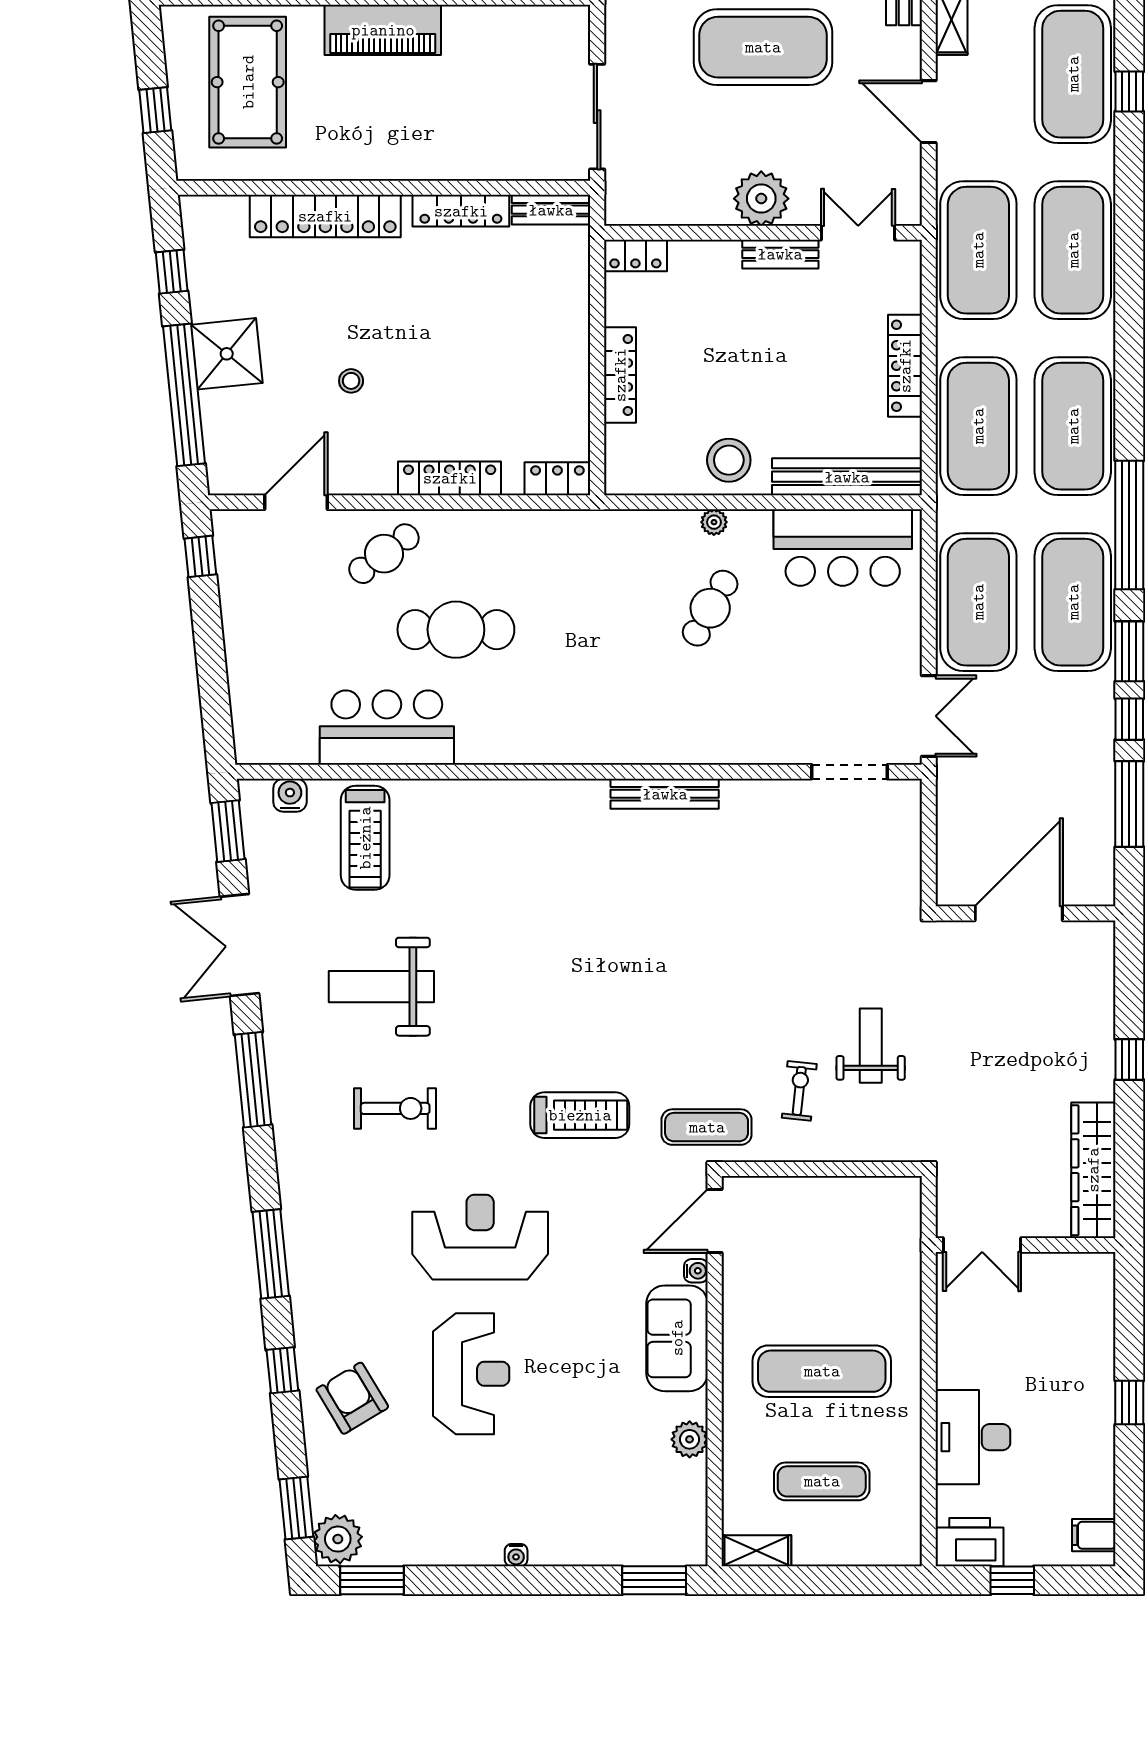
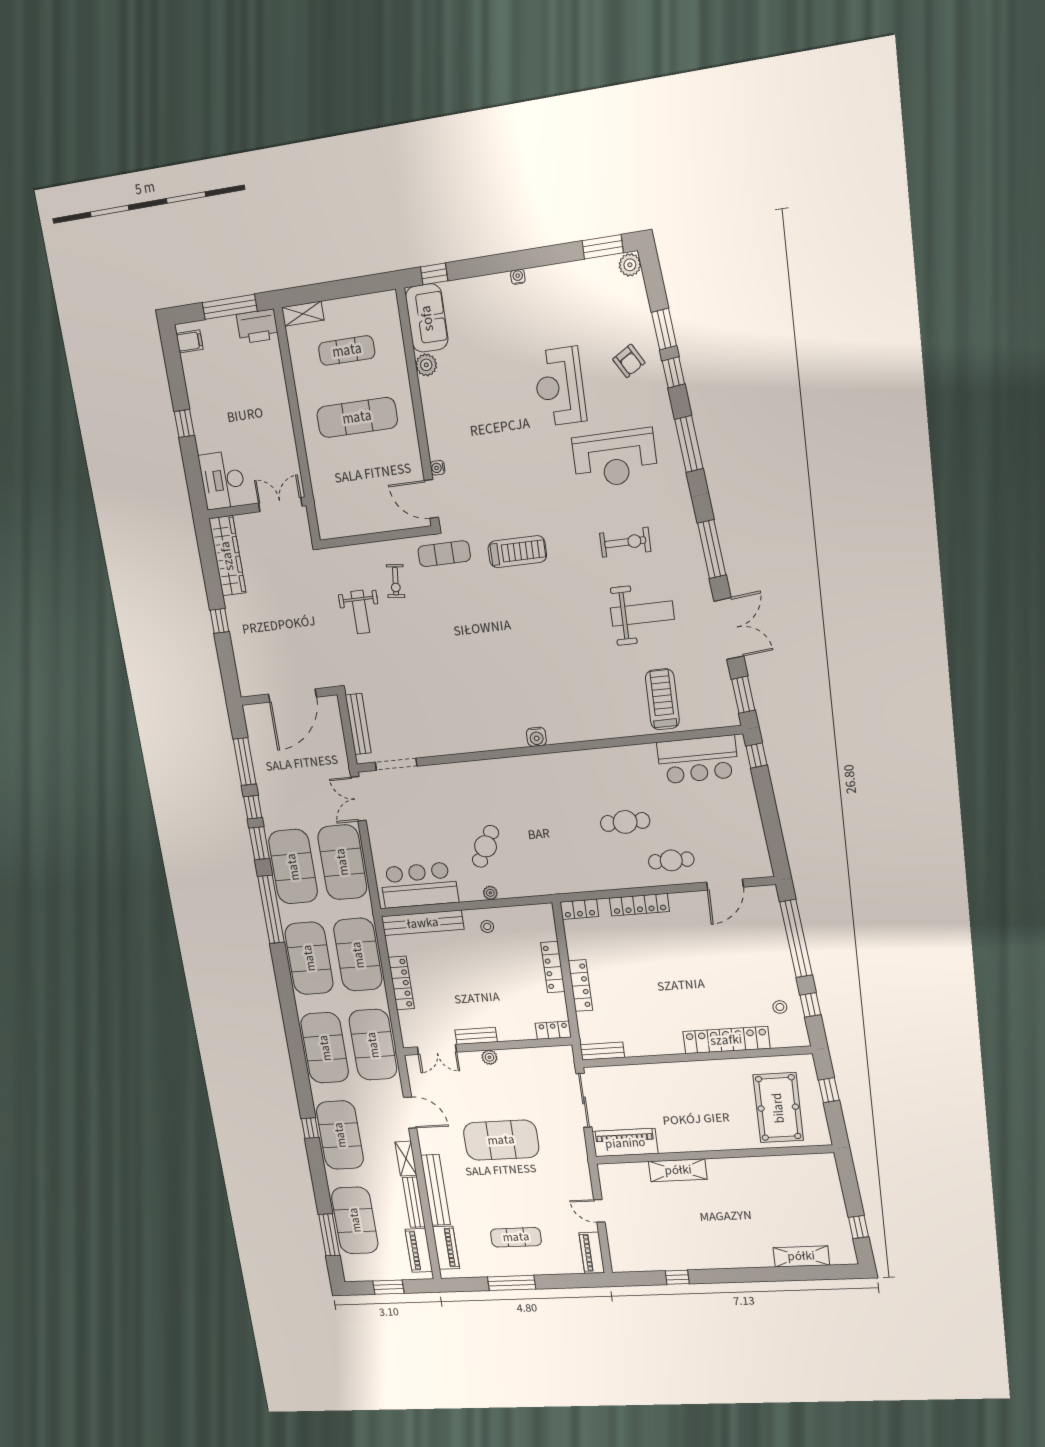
piano: (383, 30) -> (625, 1143), moved
plant: (761, 199) -> (489, 1057), width x0.53, depth x0.53
locker: (461, 211) -> (581, 986), moved, turned 90
shower: (227, 354) -> (774, 963), removed
stool: (351, 381) -> (780, 1007), moved
stool: (729, 460) -> (487, 927), width x0.53, depth x0.53
cafe table: (384, 554) -> (671, 860), turned 37
window: (200, 556) -> (756, 756), moved
cafe table: (456, 630) -> (625, 822), width x0.73, depth x0.74
bar counter: (387, 728) -> (698, 760), moved
bench: (665, 794) -> (358, 724), moved, turned 90
water cooler: (290, 795) -> (536, 737), moved
exercise bike: (395, 1108) -> (625, 542), turned 180
treadmill: (580, 1115) -> (517, 552), turned 180
door: (715, 1221) -> (431, 499), swing flipped
reception desk: (480, 1237) -> (615, 458), moved
sofa: (677, 1338) -> (427, 318), moved
armchair: (352, 1398) -> (629, 361), width x0.72, depth x0.72
desk: (973, 1437) -> (223, 480), moved, turned 180
window: (296, 1508) -> (664, 329), moved
plant: (338, 1539) -> (630, 265), width x0.73, depth x0.73
shelving: (756, 1551) -> (303, 314), moved
window: (654, 1580) -> (434, 274), width x0.67
window: (1012, 1580) -> (230, 307), width x2.17

